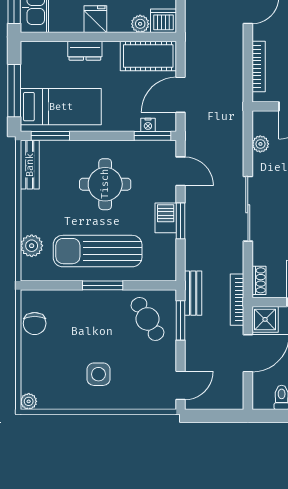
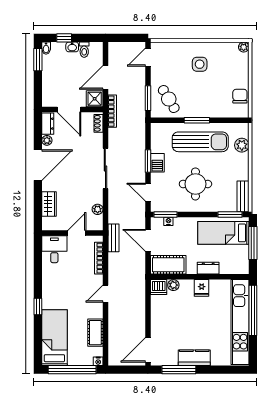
door: (180, 95) -> (148, 240), swing flipped
bench: (193, 293) -> (113, 238), moved

